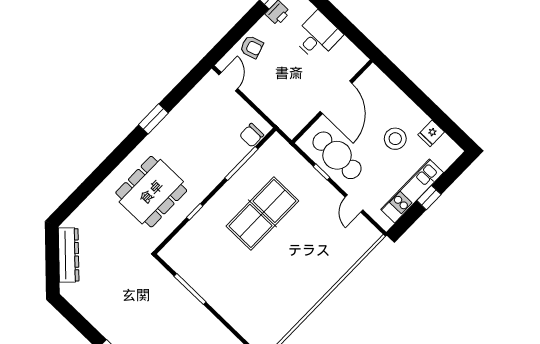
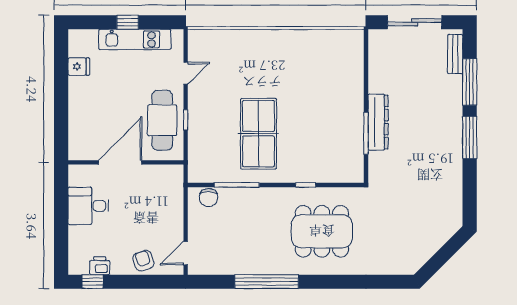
desk: (317, 36) -> (88, 206), moved
window: (153, 119) -> (267, 282), width x2.11
chair: (252, 135) -> (209, 198), turned 90
stool: (395, 139) -> (108, 89), removed
table tennis table: (262, 213) -> (258, 134), turned 90
dresser: (69, 255) -> (378, 122), moved, turned 135

